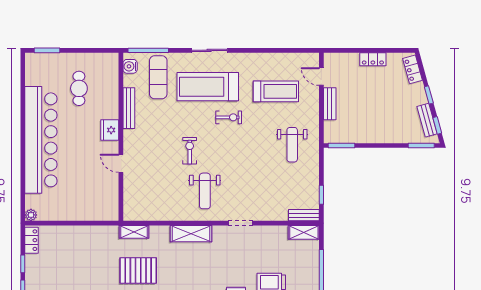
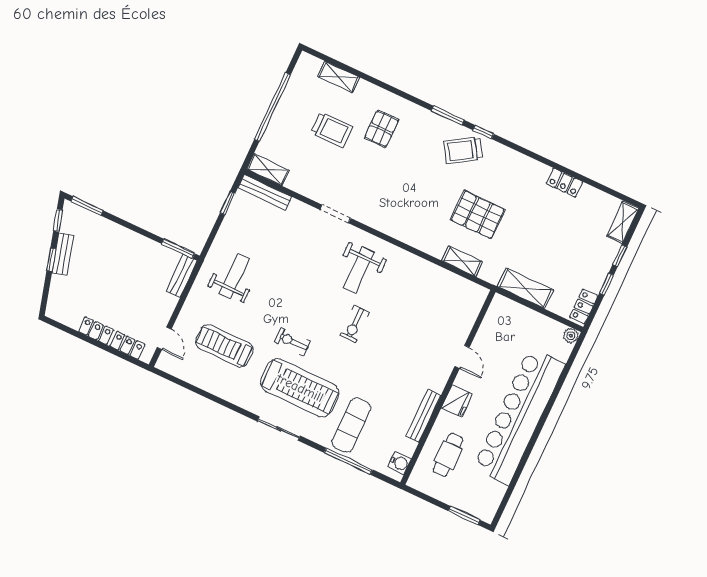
water cooler: (130, 66) -> (399, 463), moved
locker: (412, 69) -> (127, 345), moved, turned -75
bench: (330, 104) -> (182, 276), moved
bench: (129, 108) -> (423, 416), moved
bench: (427, 120) -> (63, 254), moved
fridge: (110, 130) -> (457, 401), moved
wall: (121, 137) -> (448, 387), moved
door: (121, 163) -> (462, 357), moved
weight bench: (205, 191) -> (359, 270), turned 180
bench: (304, 215) -> (265, 192), width x1.36
shelving: (191, 234) -> (525, 288), moved

